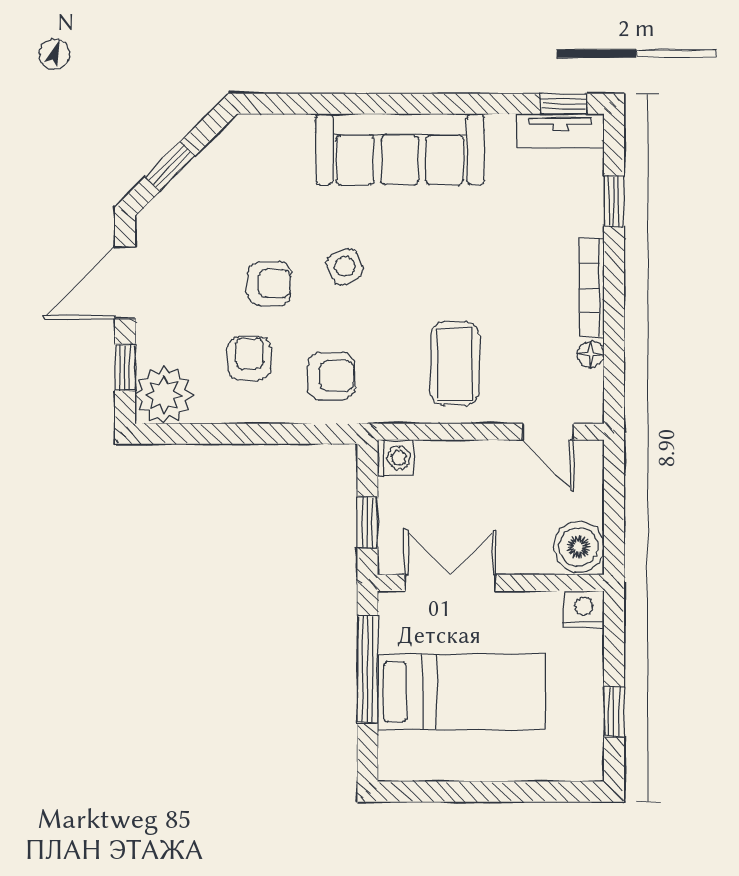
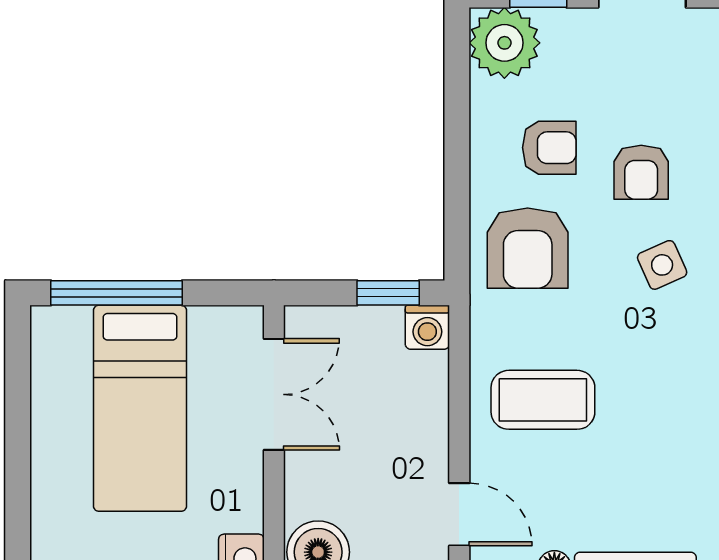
armchair: (331, 376) -> (528, 248), width x1.38, depth x1.38
door: (548, 432) -> (459, 514), swing flipped
window: (368, 522) -> (388, 293), moved
window: (368, 669) -> (117, 293), moved

